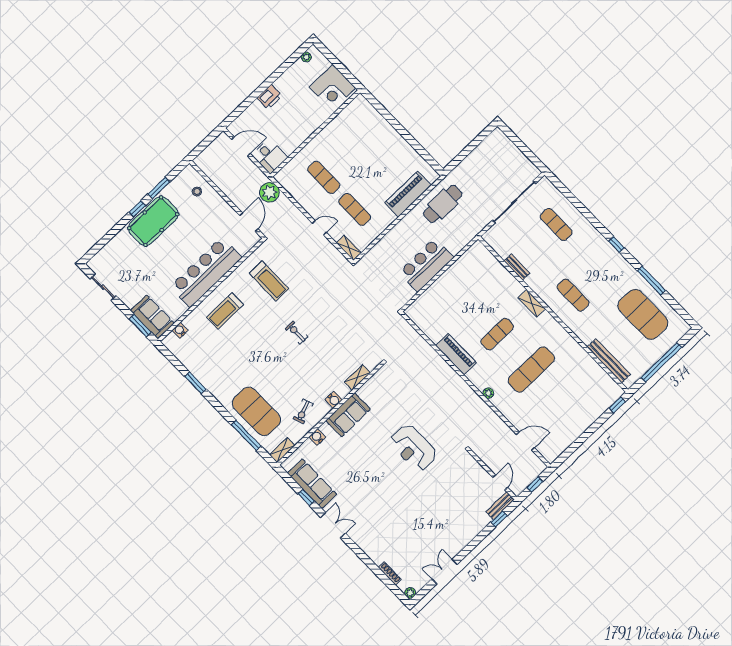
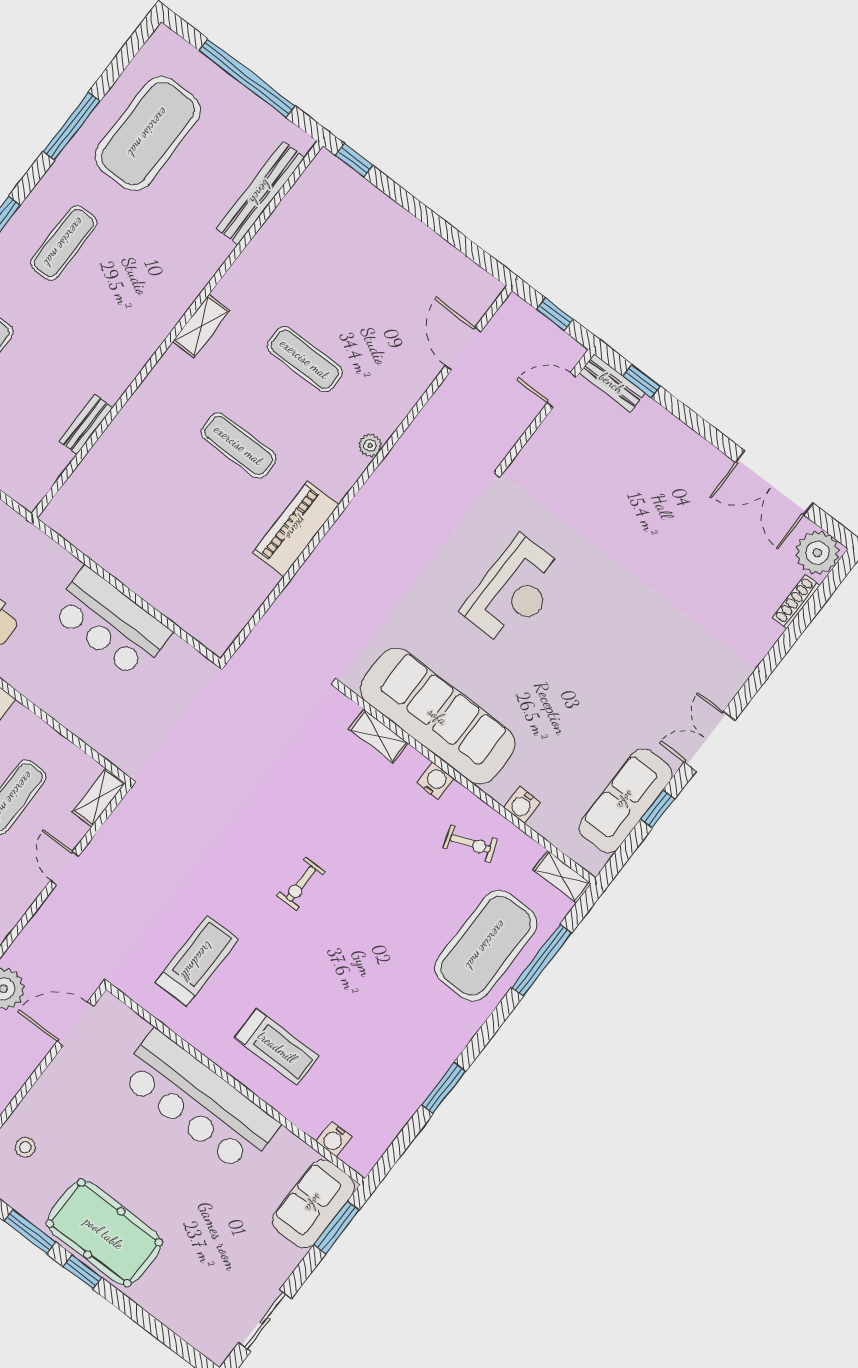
exercise mat: (573, 295) -> (64, 243), moved
shelving: (532, 303) -> (201, 326), moved
exercise mat: (531, 370) -> (305, 359), width x0.73, depth x0.69
sofa: (348, 415) -> (438, 716), width x1.85, depth x1.27
double door: (444, 572) -> (774, 483), width x1.37
plant: (410, 593) -> (817, 553), width x1.88, depth x1.88

